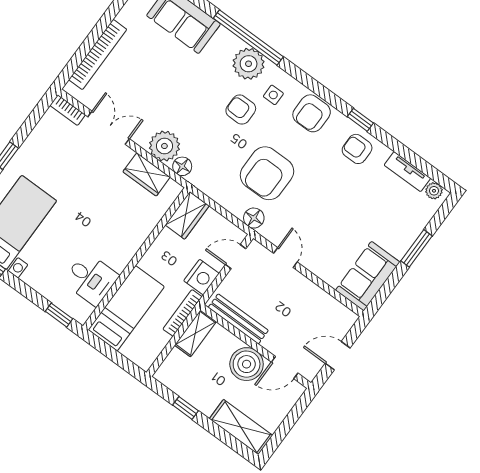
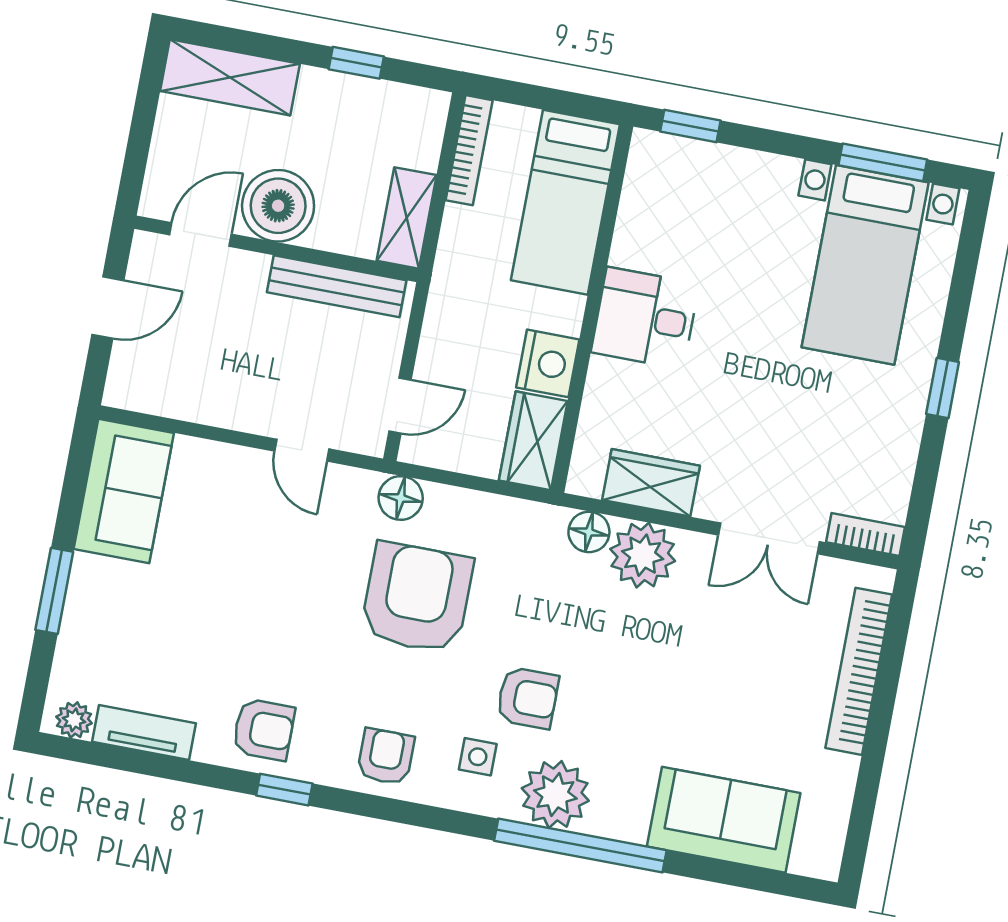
armchair: (312, 113) -> (386, 757), width x0.72, depth x0.72
nightstand: (202, 277) -> (548, 363), moved, turned 180
desk: (91, 279) -> (645, 318), moved
bookcase: (183, 313) -> (469, 150), moved

